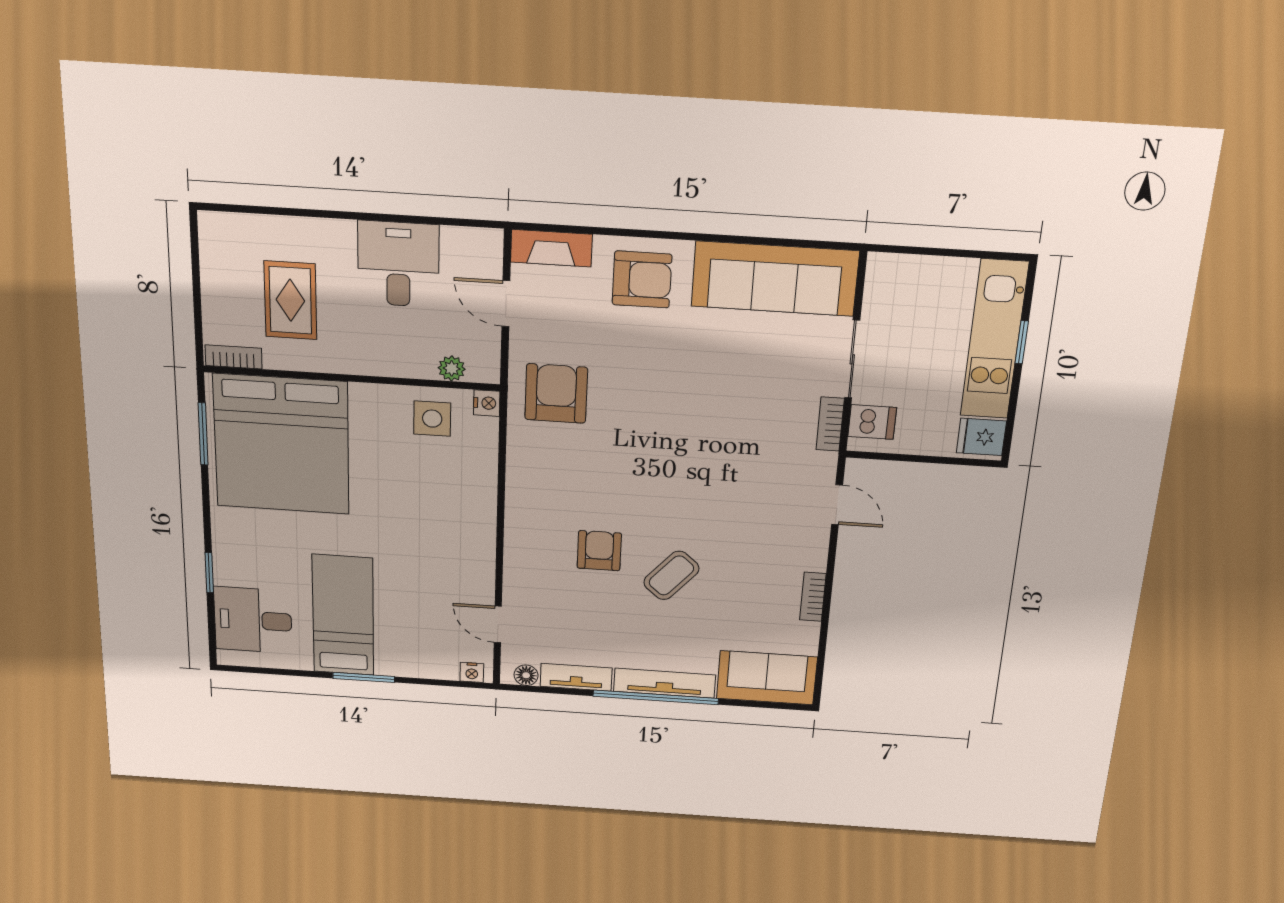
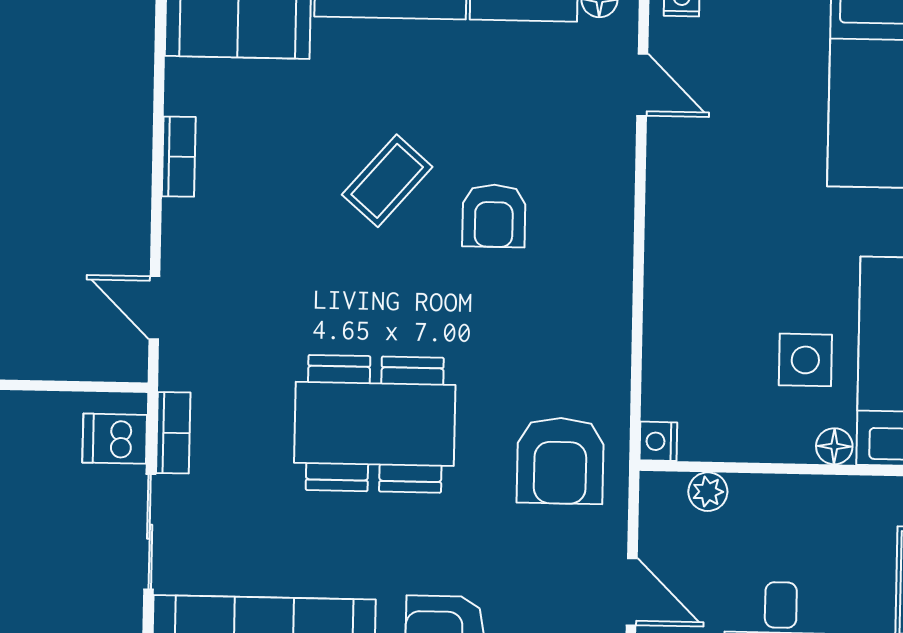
floor lamp: (363, 394) -> (834, 446), added
side table: (432, 419) -> (805, 360), moved
dining table: (687, 423) -> (375, 424), added

